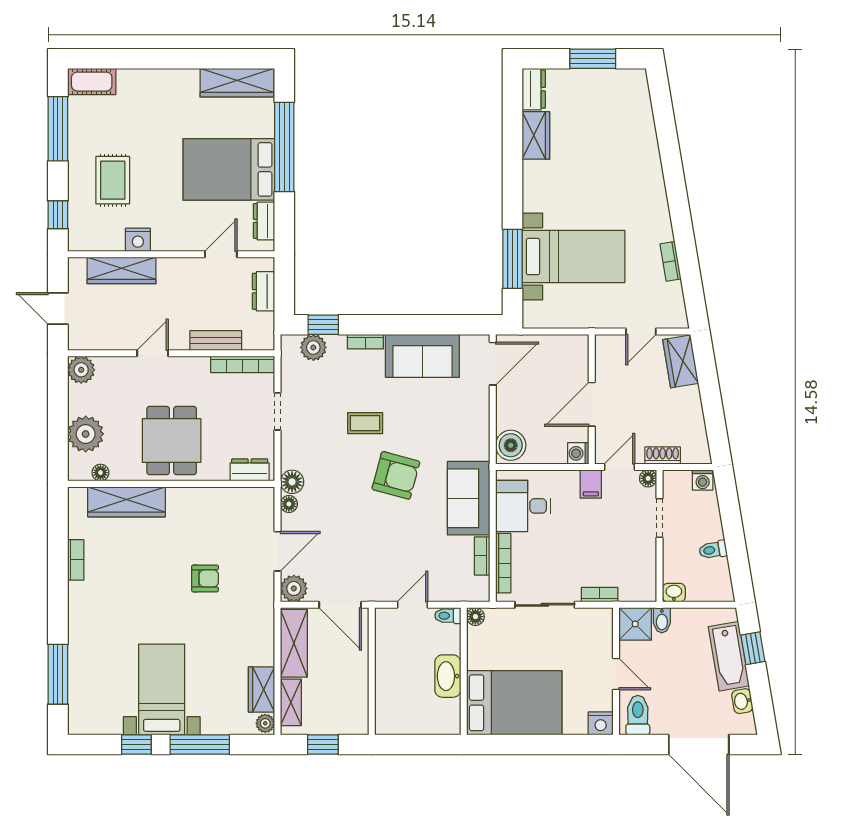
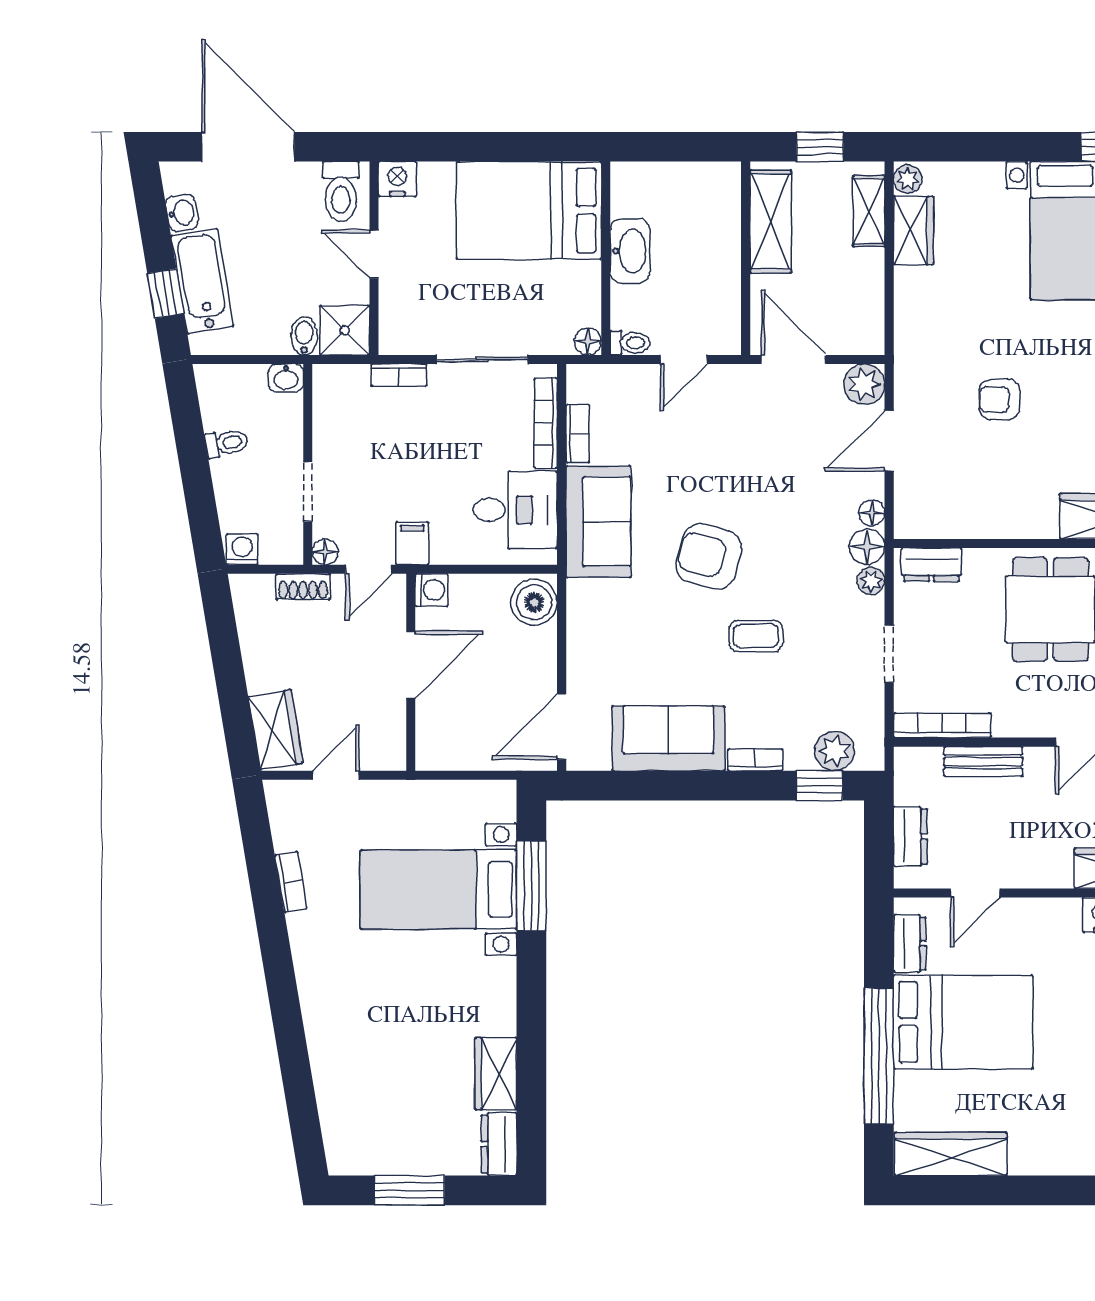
plant: (289, 459) -> (871, 581), added
shelving: (294, 643) -> (771, 221), moved
window: (200, 745) -> (1007, 147), removed

